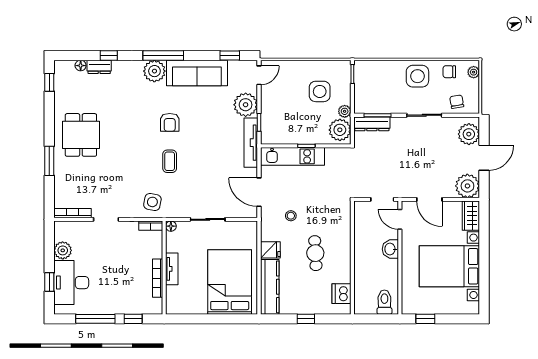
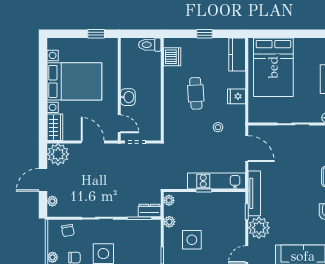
dresser: (372, 124) -> (150, 210), width x0.70
plant: (340, 130) -> (169, 200), width x0.53, depth x0.53
plant: (469, 134) -> (52, 201), width x0.53, depth x0.53
kitchen counter: (270, 287) -> (237, 55), width x0.67
toilet: (384, 302) -> (150, 45), moved, turned 90

